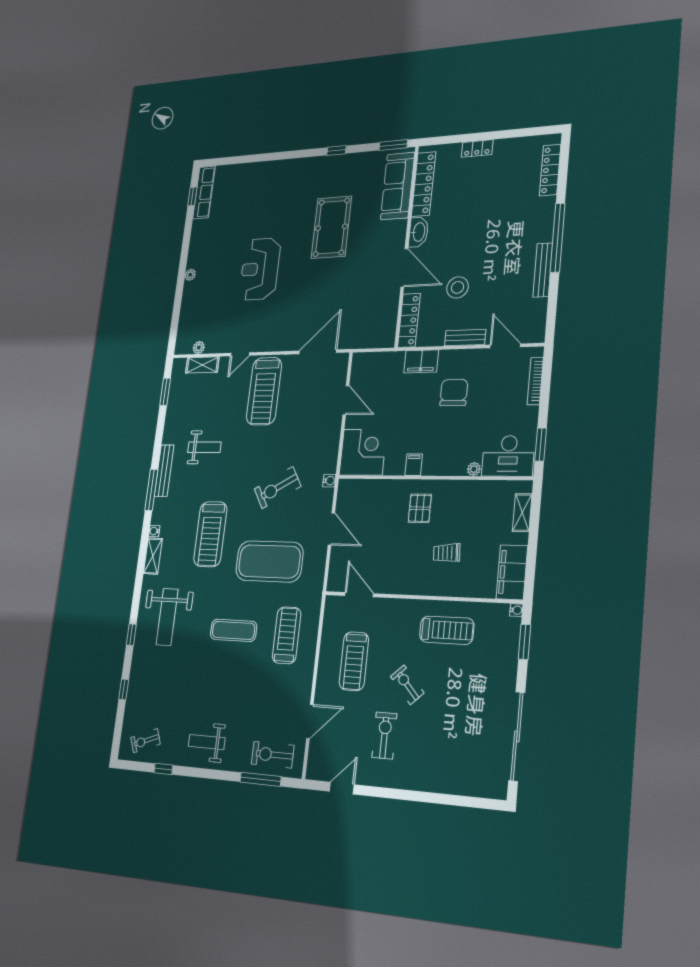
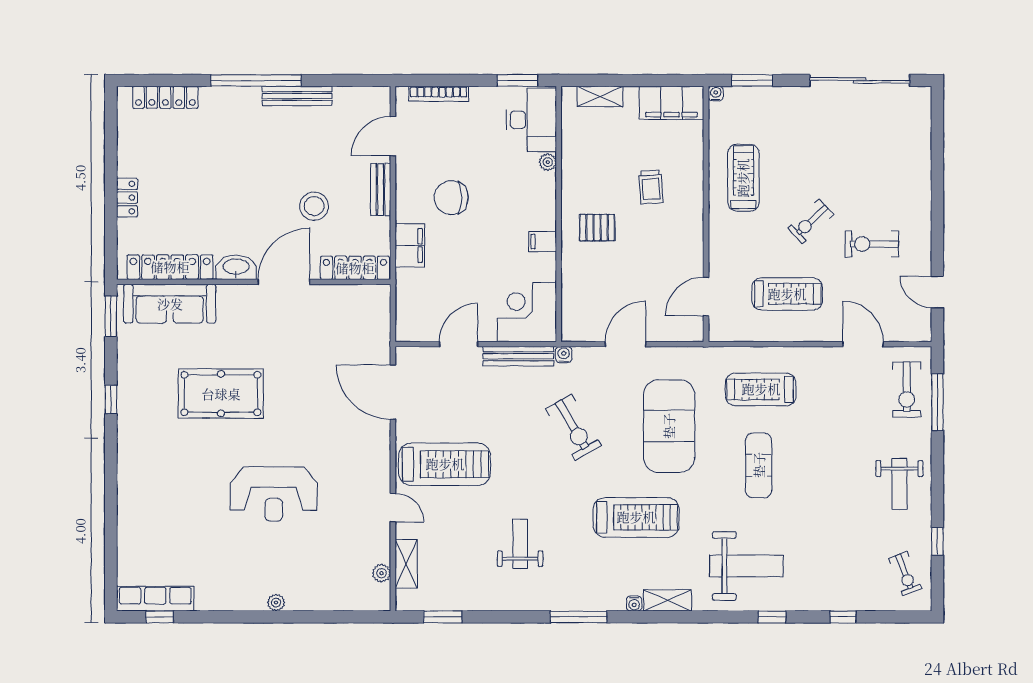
bench: (164, 471) -> (518, 356), moved

